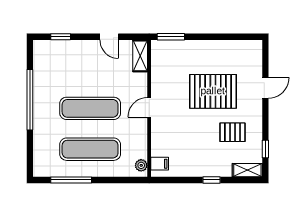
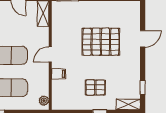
pallet: (232, 132) -> (95, 87), moved
filing cabinet: (160, 164) -> (59, 74), moved

